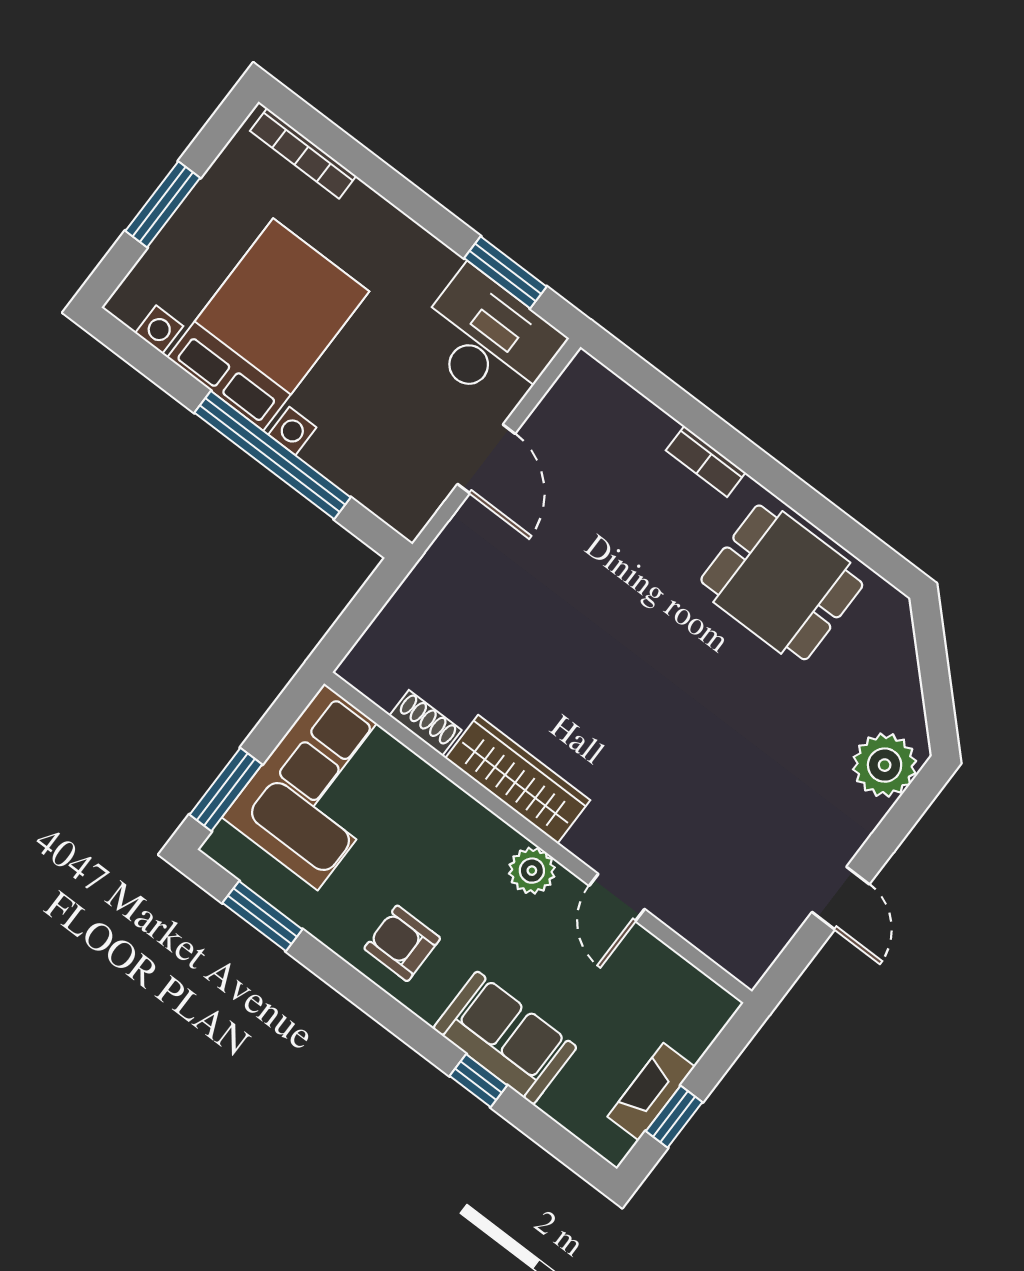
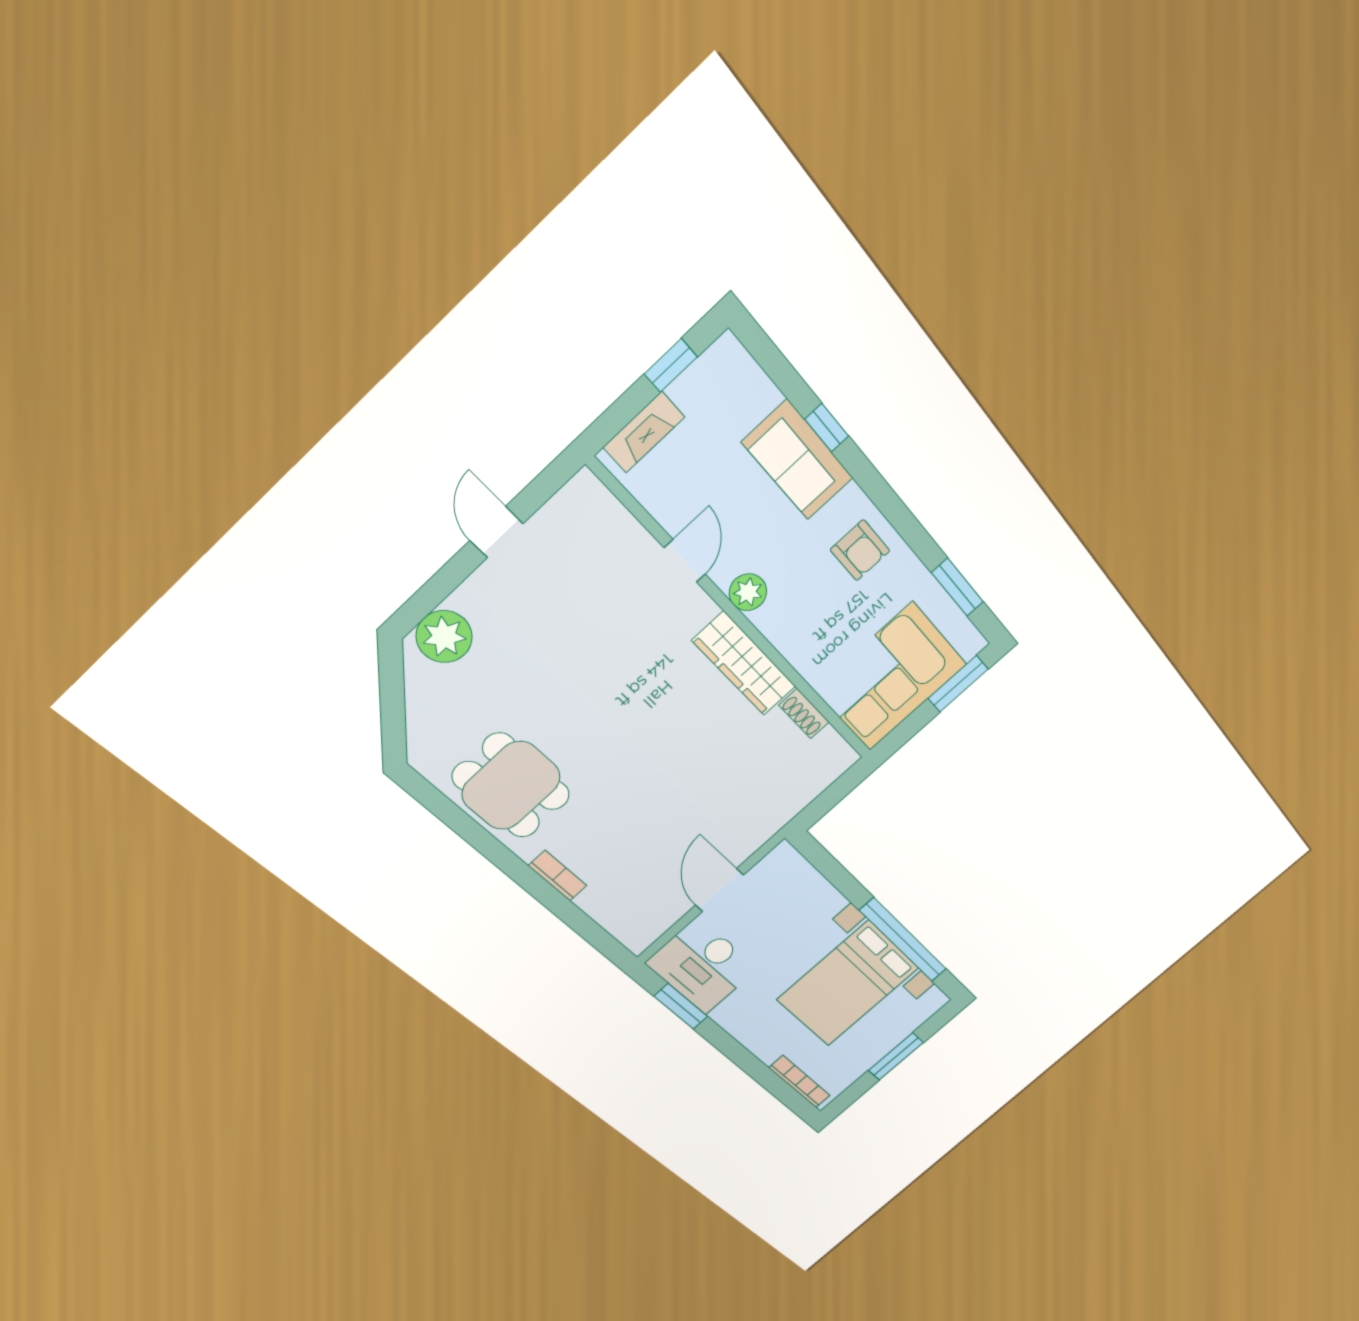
window: (272, 455) -> (903, 940), moved
fireplace: (651, 1092) -> (644, 432), moved

